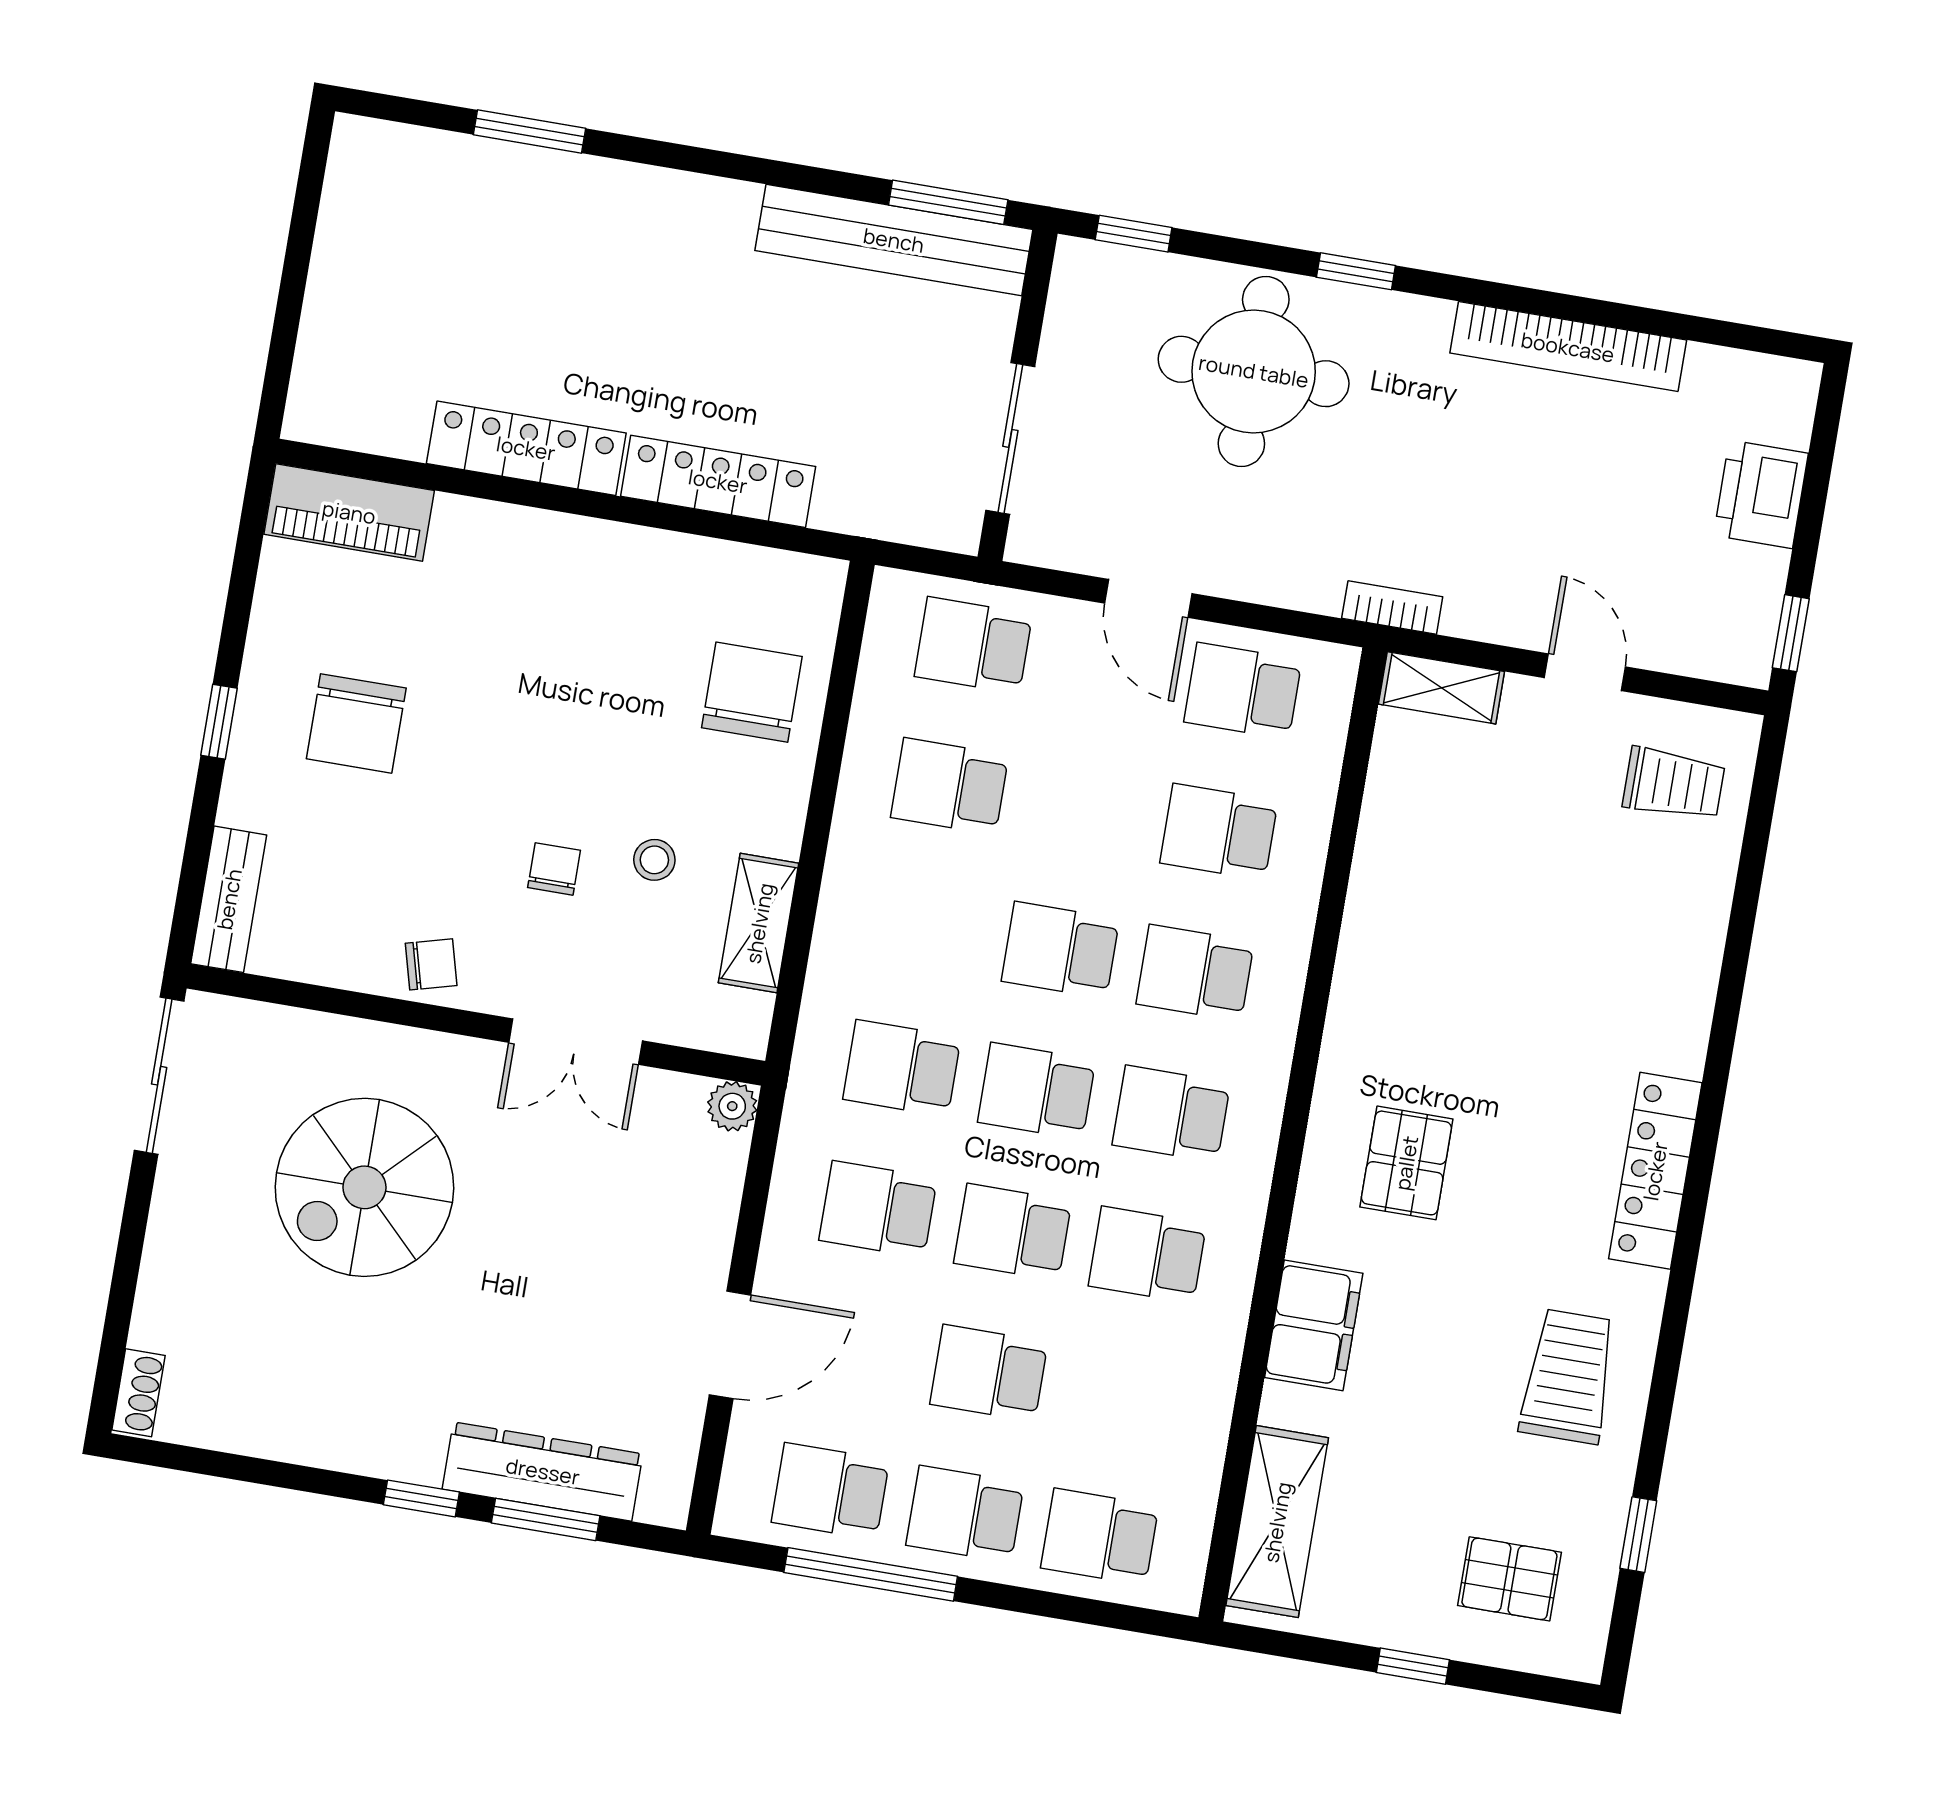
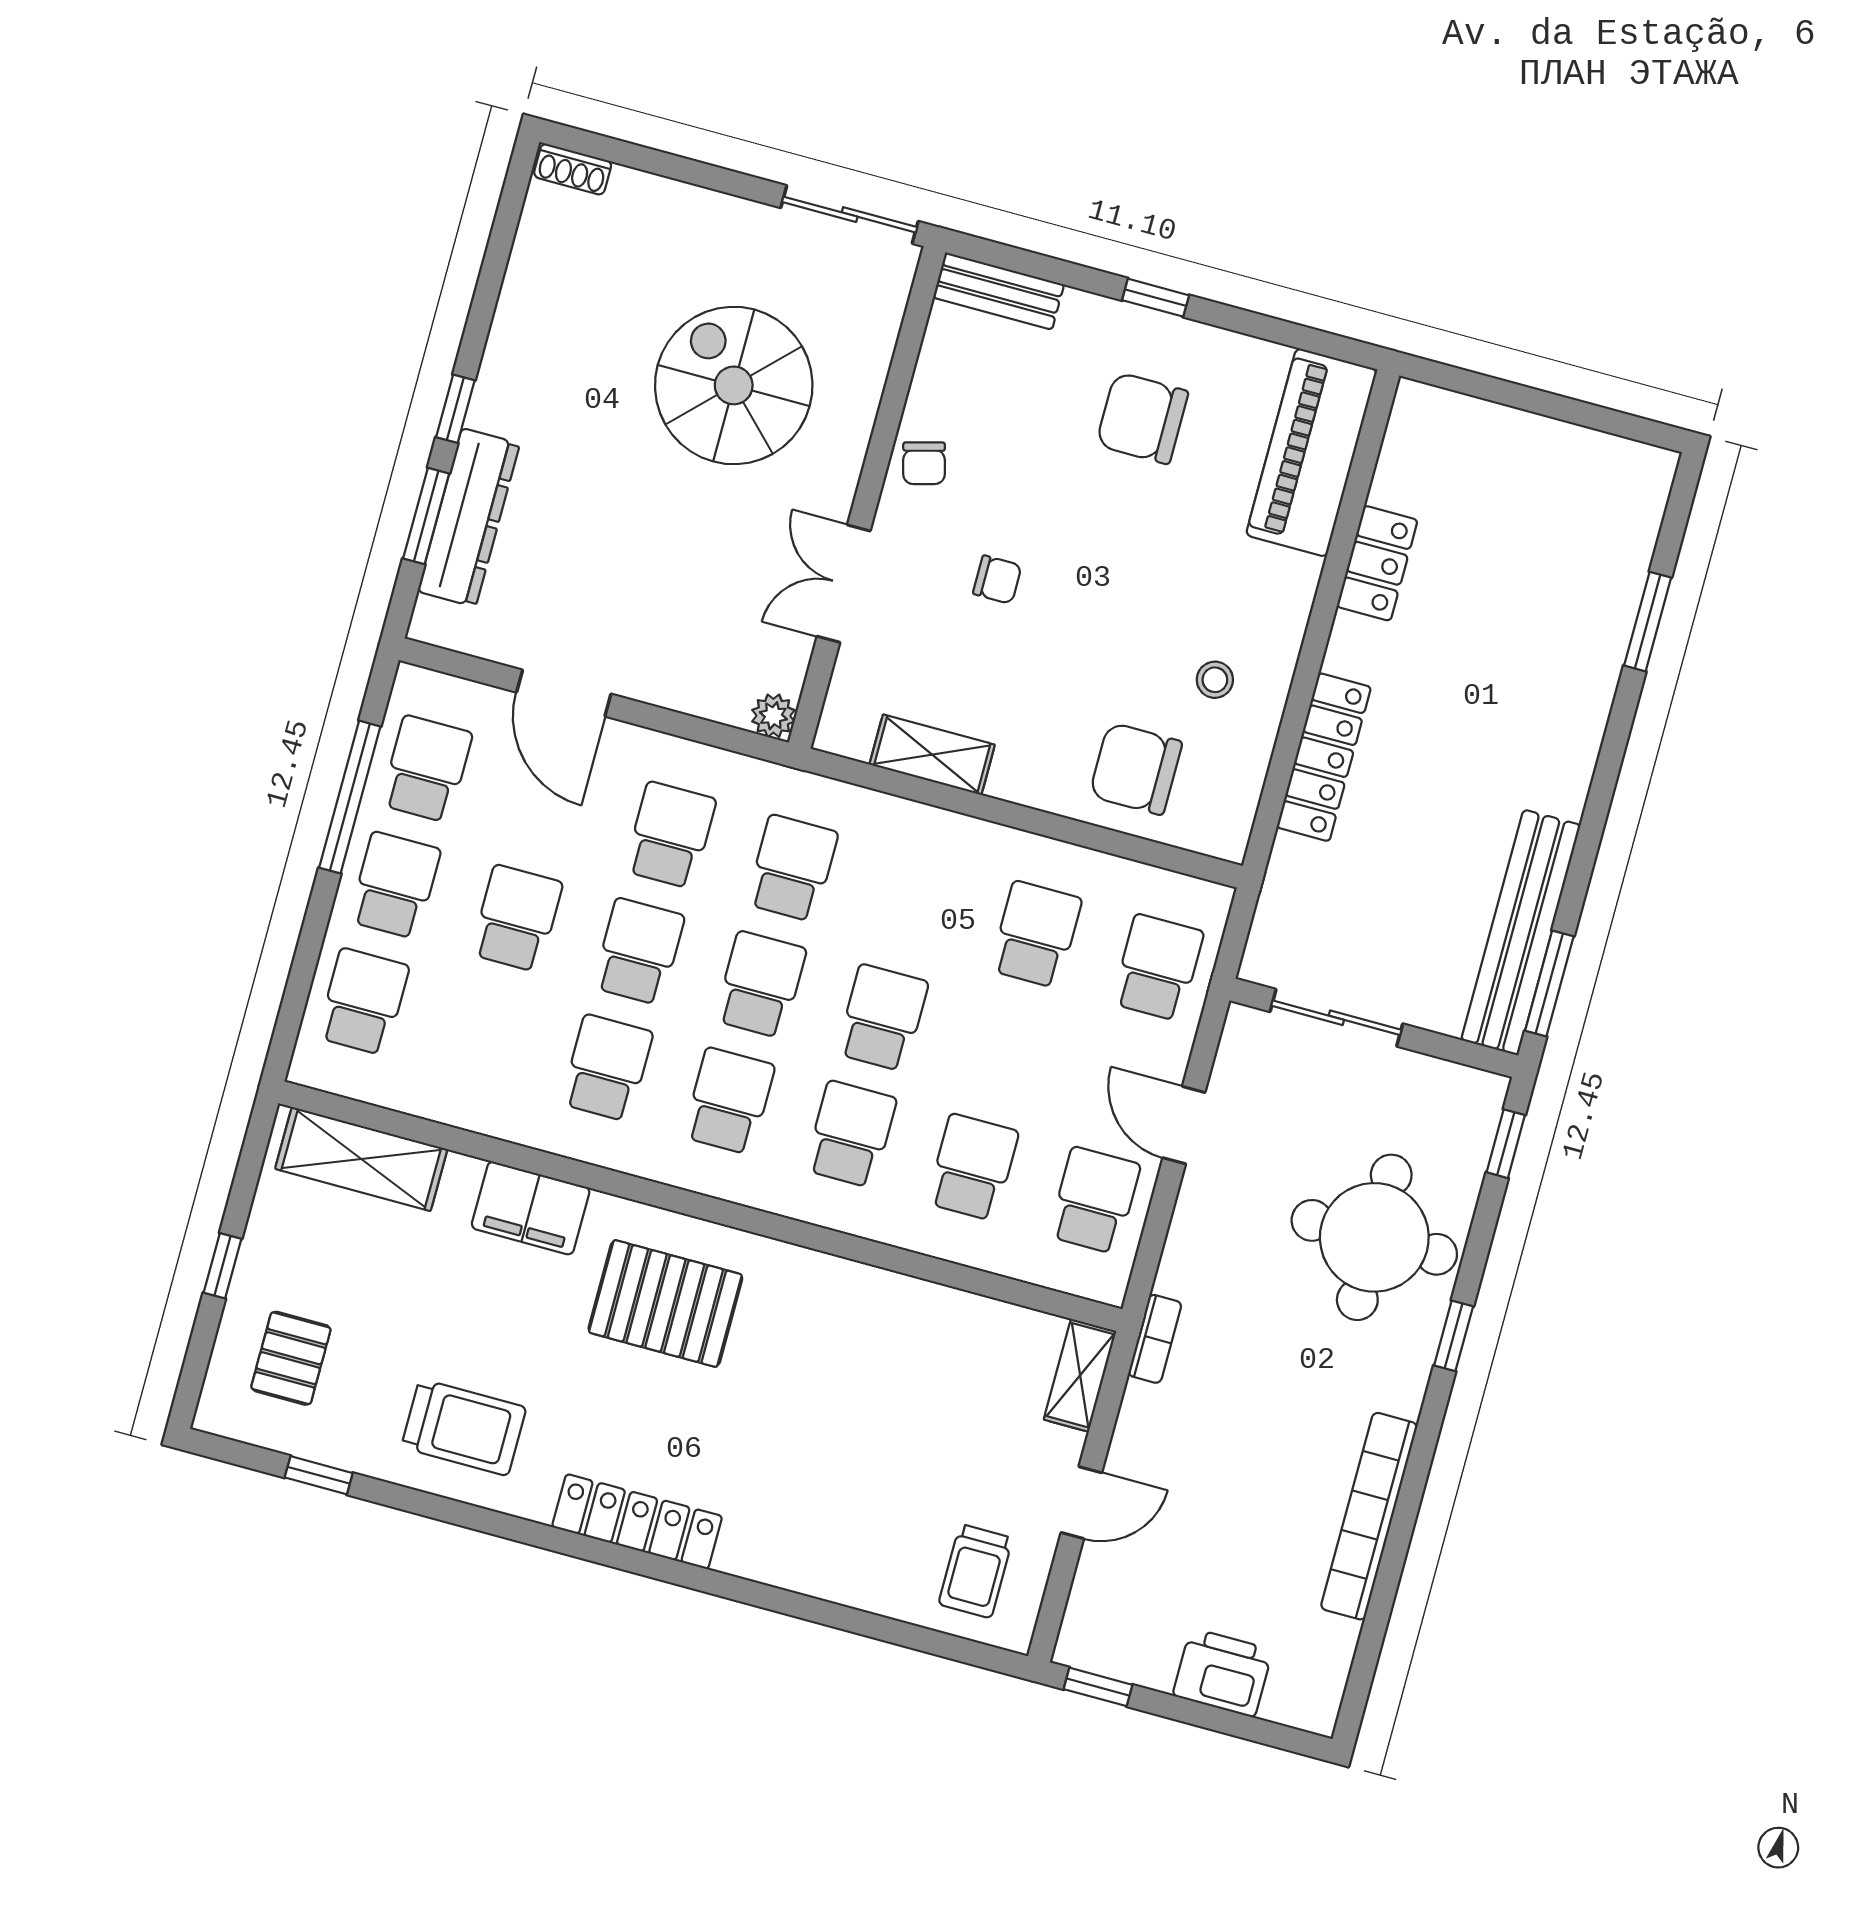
locker: (526, 448) -> (1377, 563), width x0.66
piano: (349, 512) -> (1312, 453), width x1.37, depth x1.33
door: (1148, 598) -> (1184, 1125), hinge flipped
chair: (752, 692) -> (1136, 769), turned 180
stool: (654, 860) -> (1215, 680), moved
pallet: (1406, 1163) -> (665, 1303), width x1.50, depth x1.42

